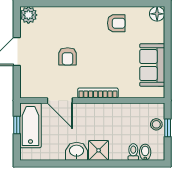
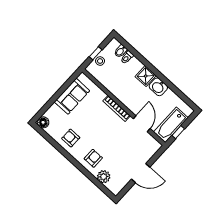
plant: (28, 15) -> (104, 177), moved
armchair: (68, 56) -> (93, 158), moved

